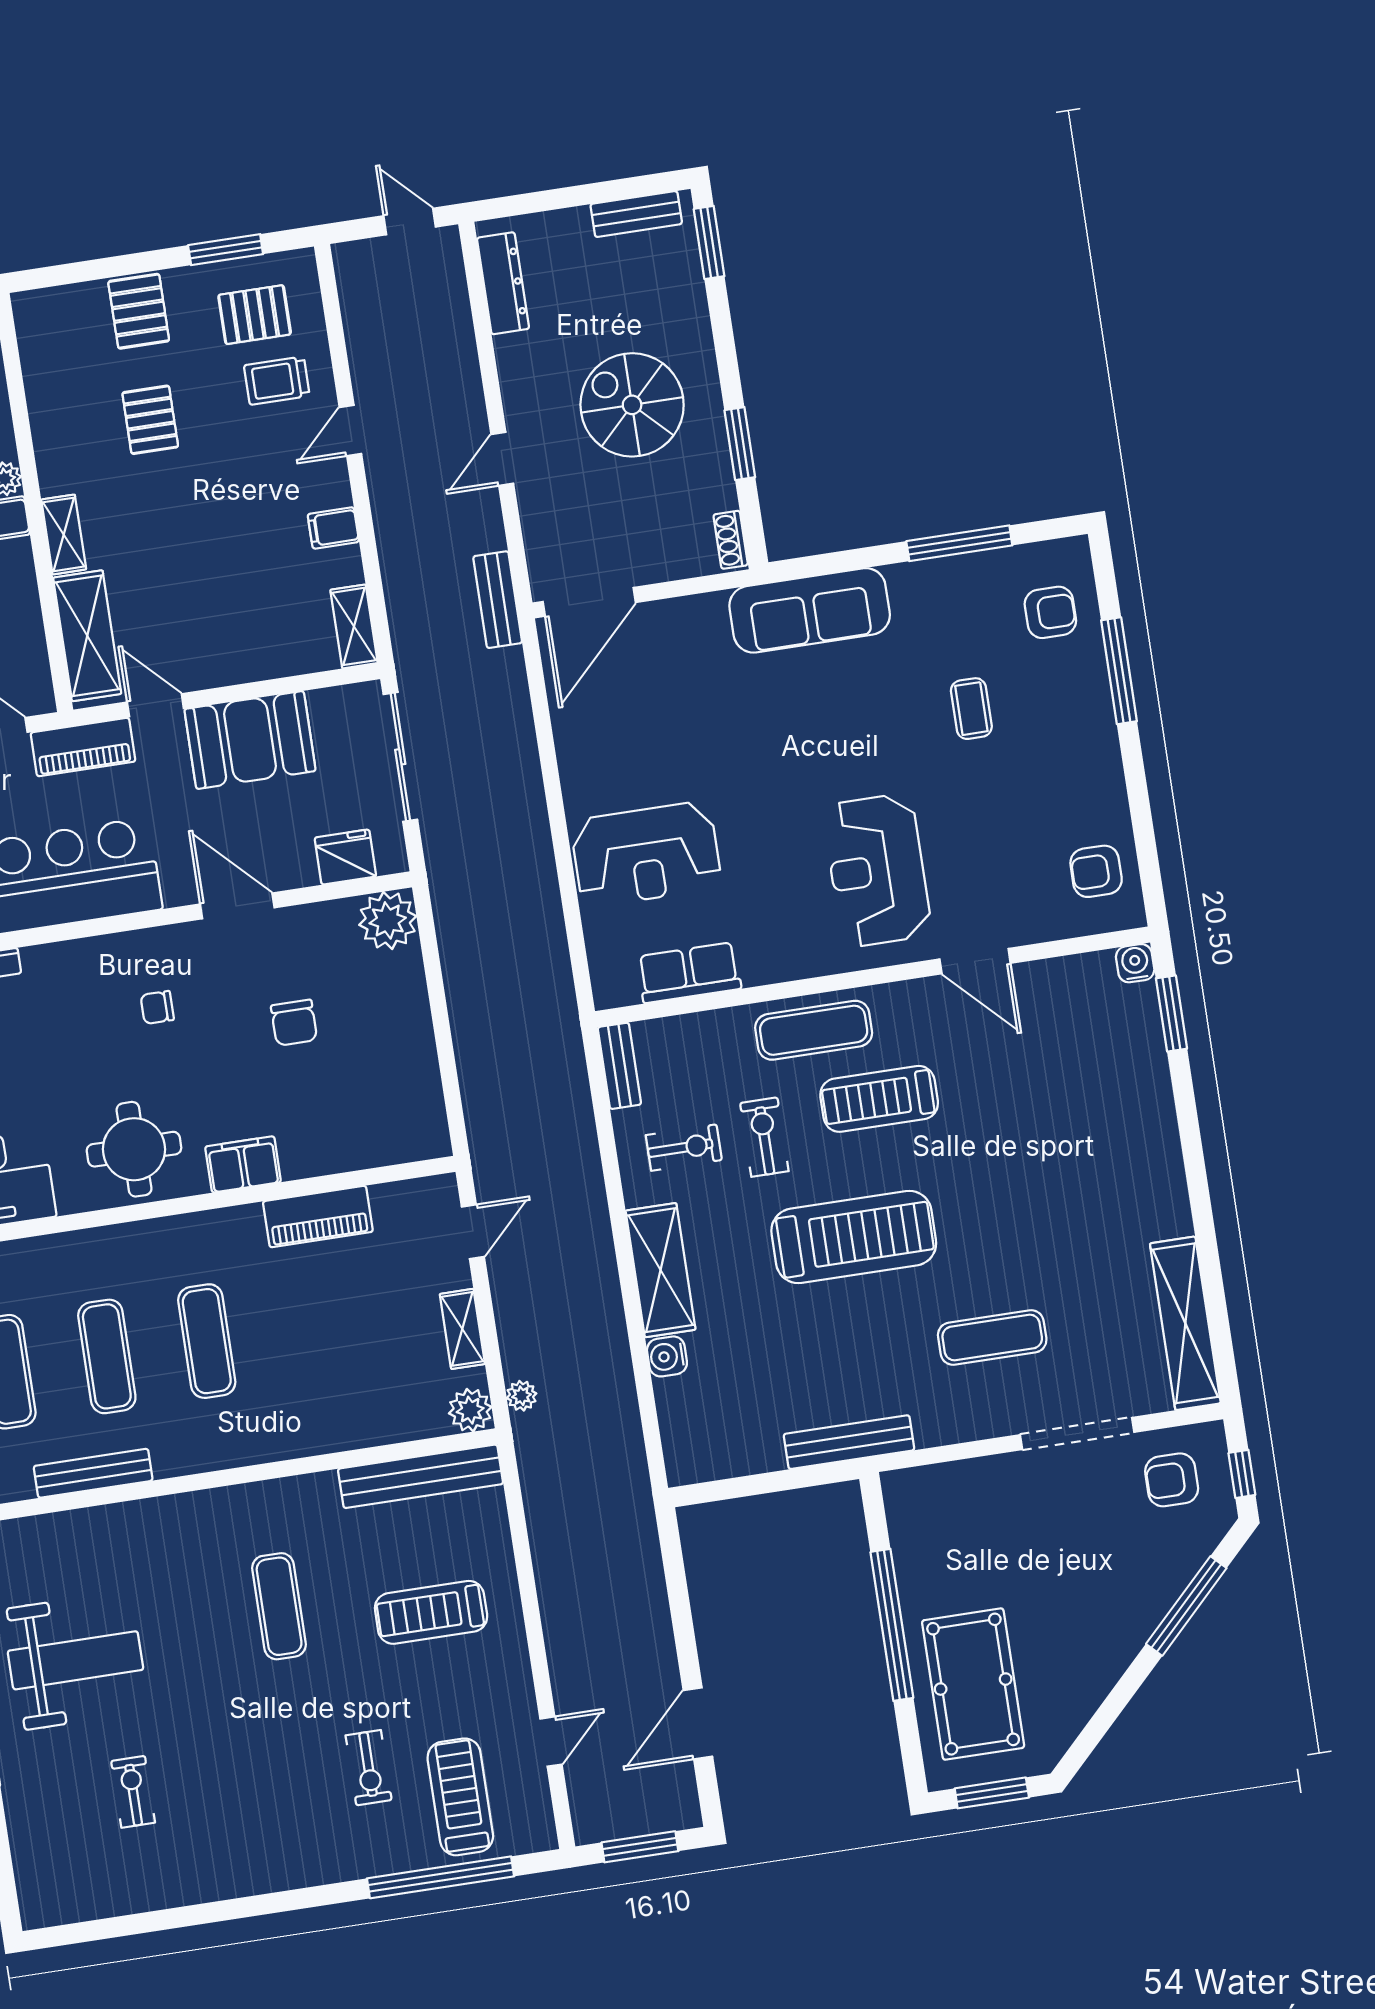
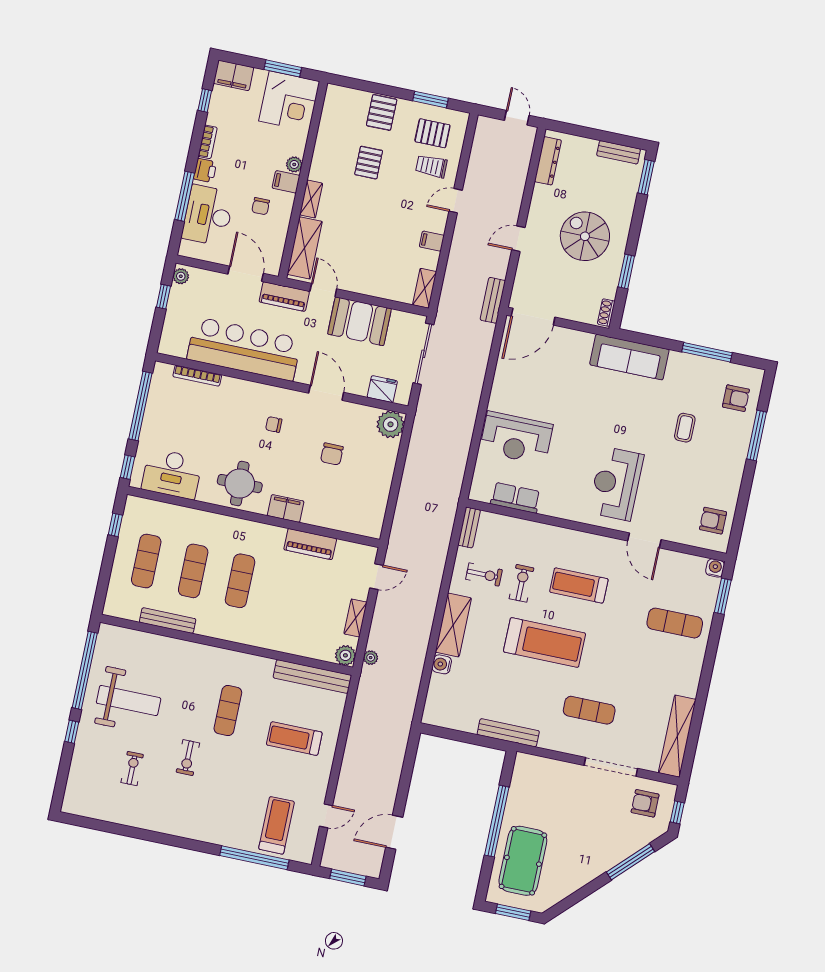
exercise mat: (814, 1030) -> (675, 623), moved
exercise bike: (369, 1768) -> (188, 758), moved

